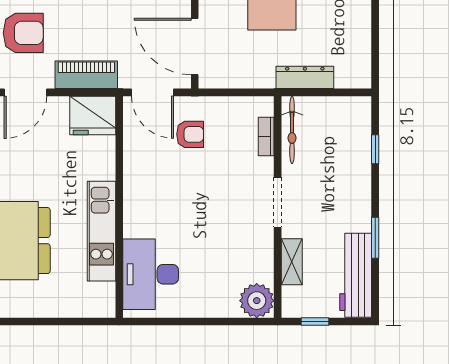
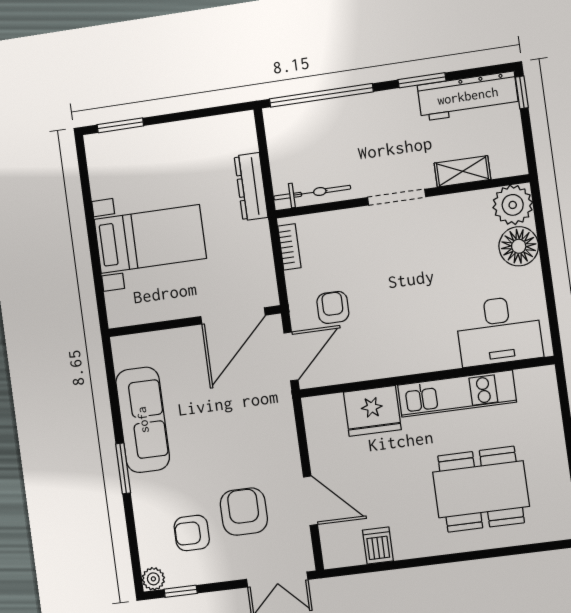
piano: (86, 75) -> (281, 434), removed
fridge: (93, 115) -> (372, 411), moved, turned 90
bookcase: (266, 137) -> (289, 247), moved, turned -90
window: (375, 149) -> (321, 95), width x3.17
floor lamp: (221, 301) -> (519, 246), added
window: (315, 321) -> (522, 92), moved

